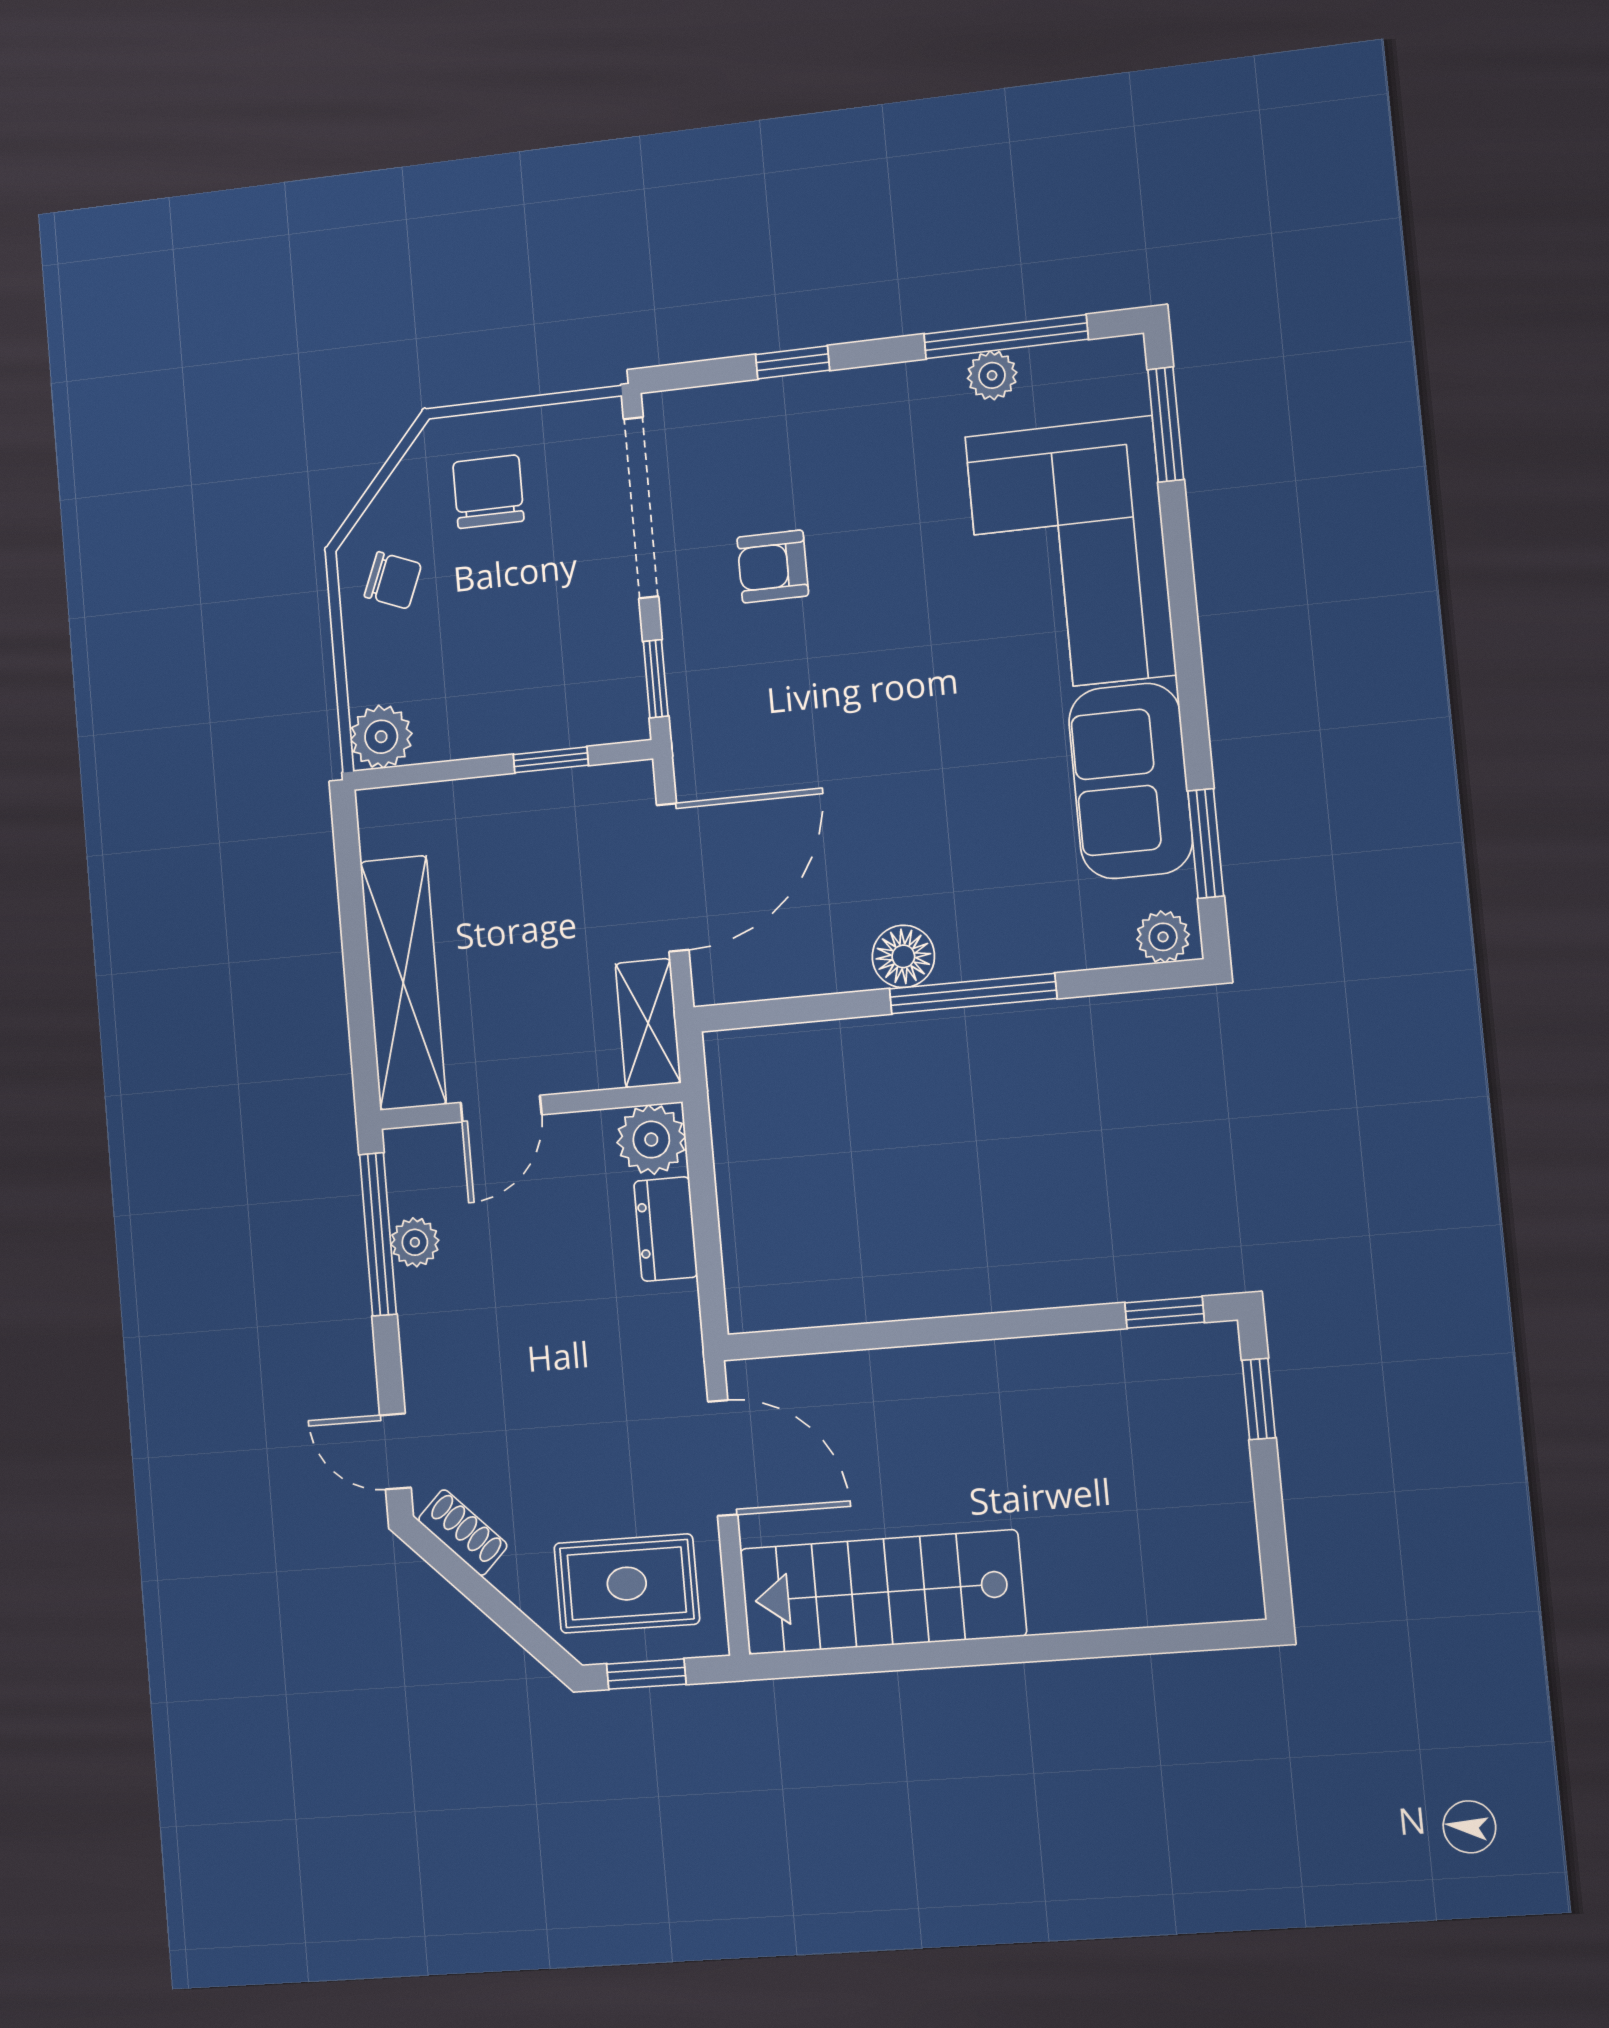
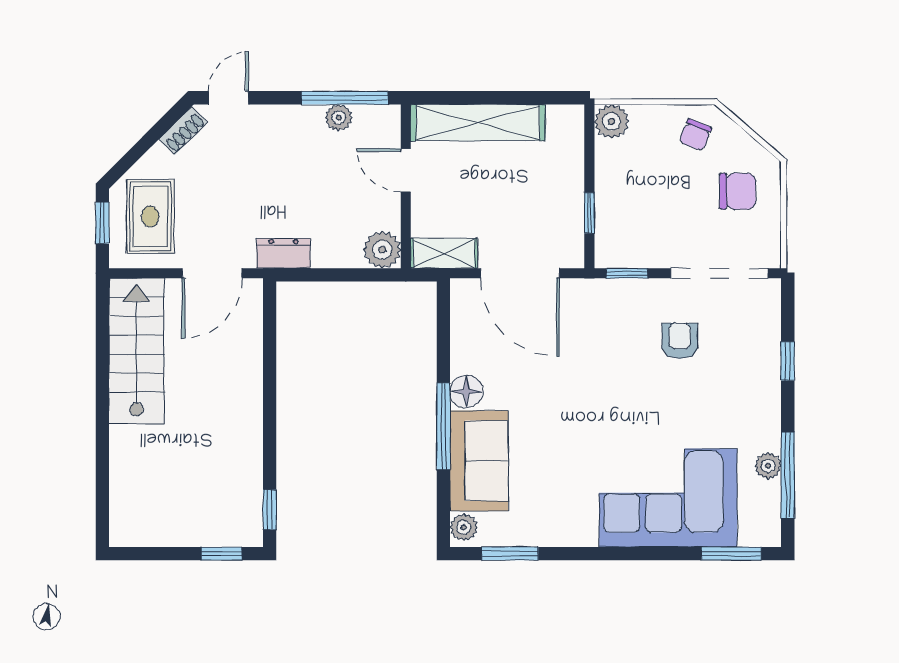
sofa: (1131, 781) -> (479, 461), moved, turned 90
dresser: (666, 1229) -> (284, 253), moved

